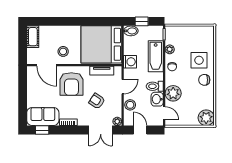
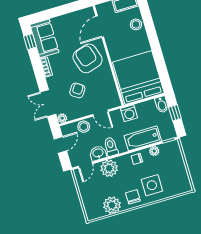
stool: (63, 51) -> (136, 24), moved
tv unit: (102, 71) -> (111, 86), removed
armchair: (71, 84) -> (88, 58), turned 73
plant: (206, 118) -> (112, 205), moved

